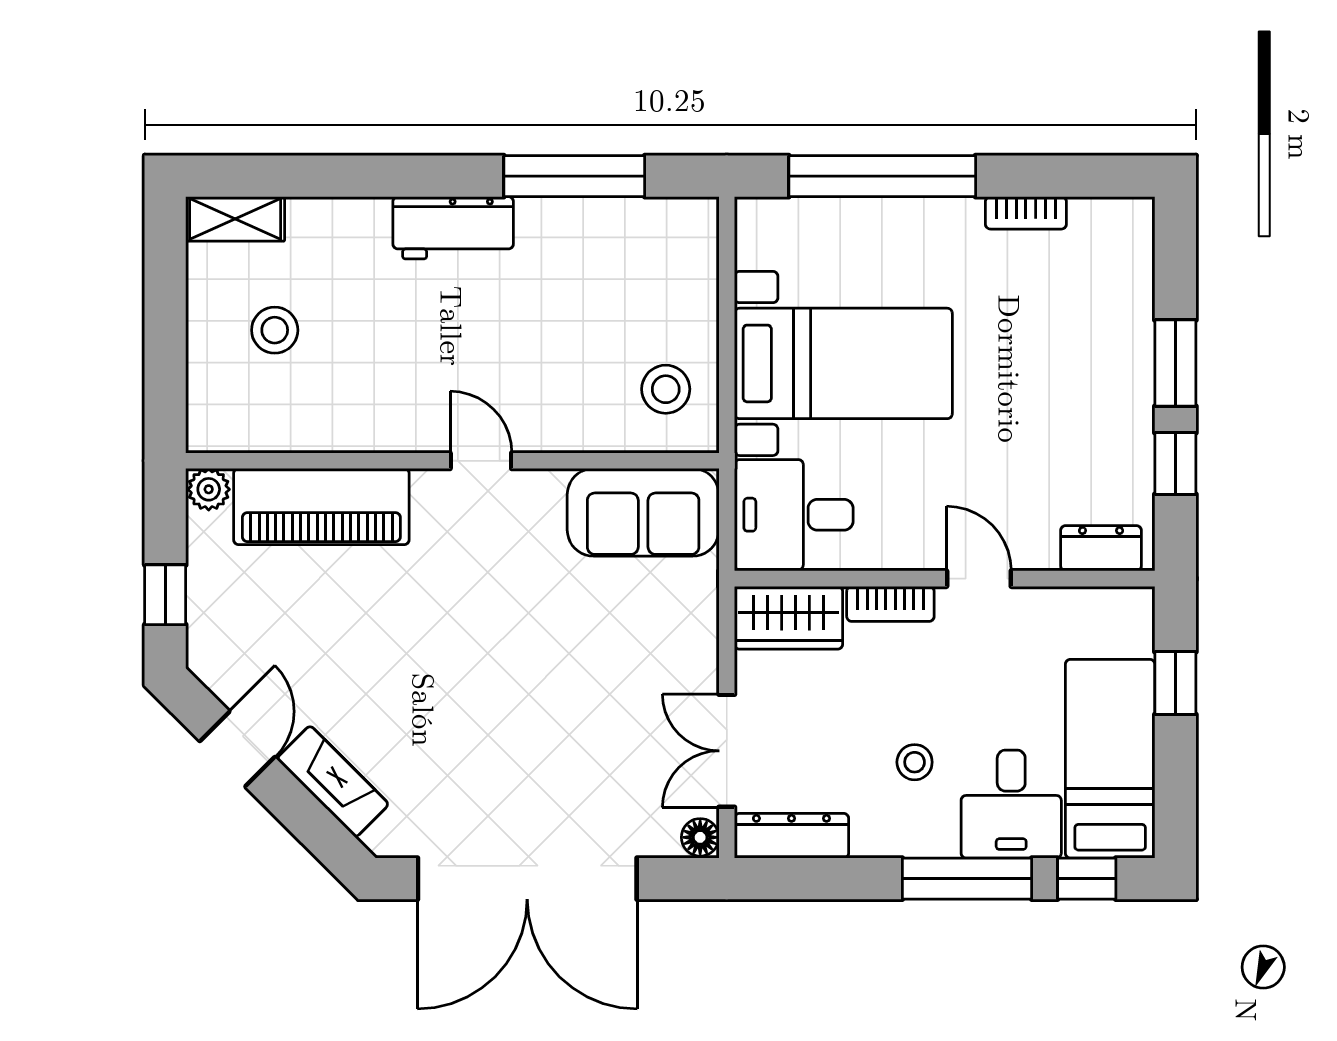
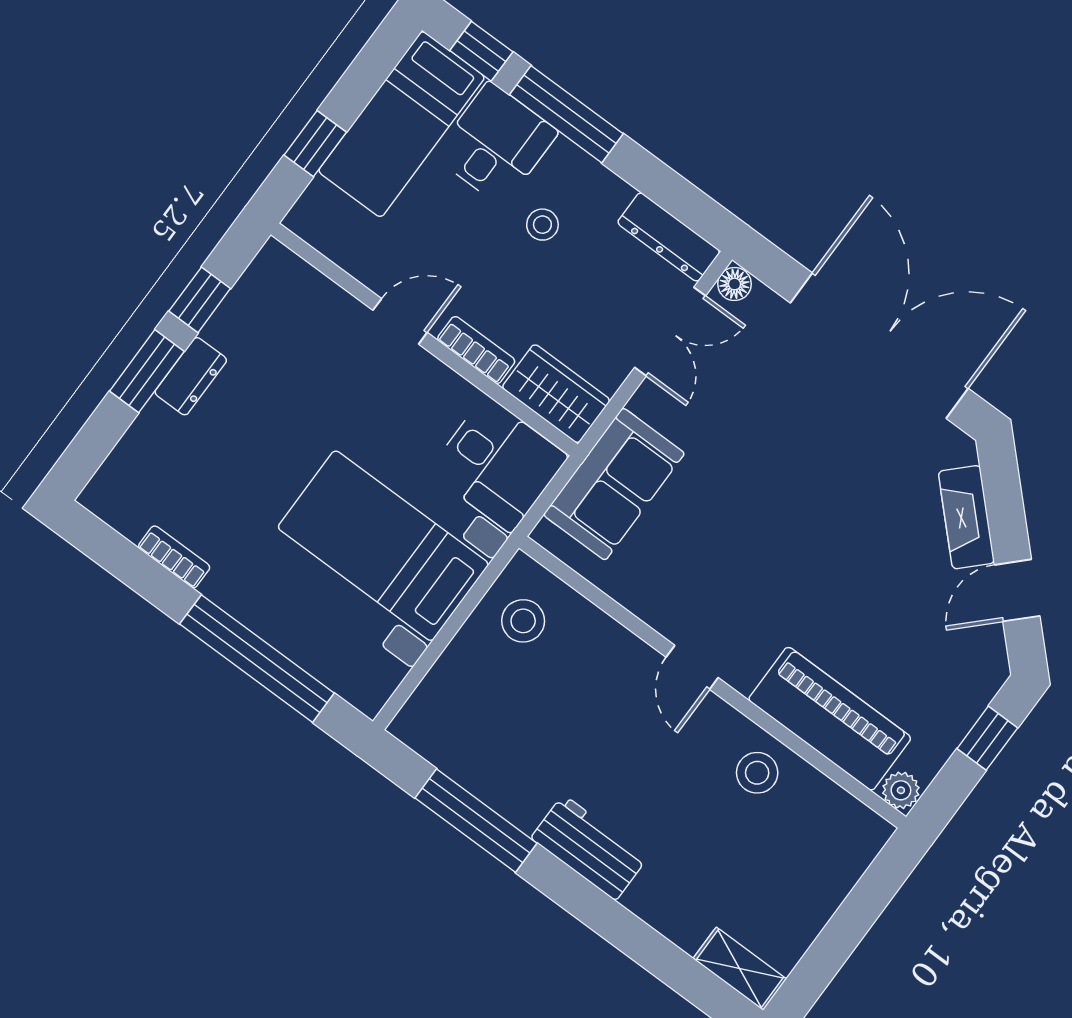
stool: (275, 330) -> (757, 773), moved
sofa: (643, 512) -> (614, 484), moved, turned 90
dresser: (1101, 548) -> (191, 376), moved, turned -90
door: (979, 579) -> (400, 321), swing flipped

